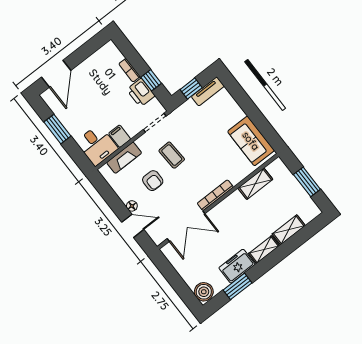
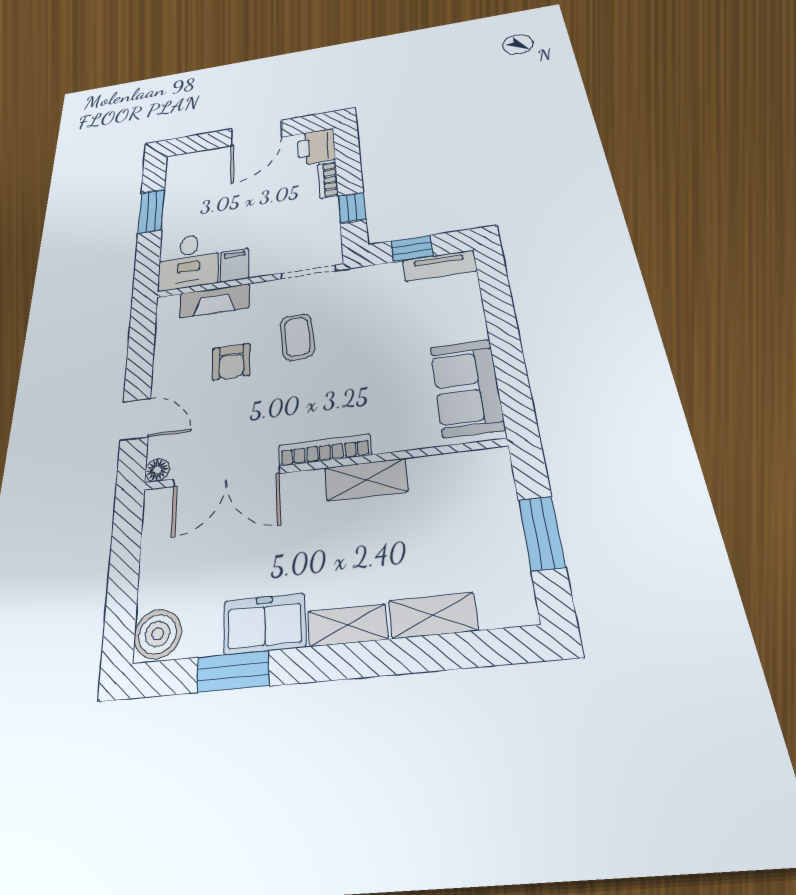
door: (56, 74) -> (256, 133), moved
printer: (141, 93) -> (316, 147), moved
shelving: (255, 184) -> (366, 480), moved
floor lamp: (132, 206) -> (157, 470), moved

